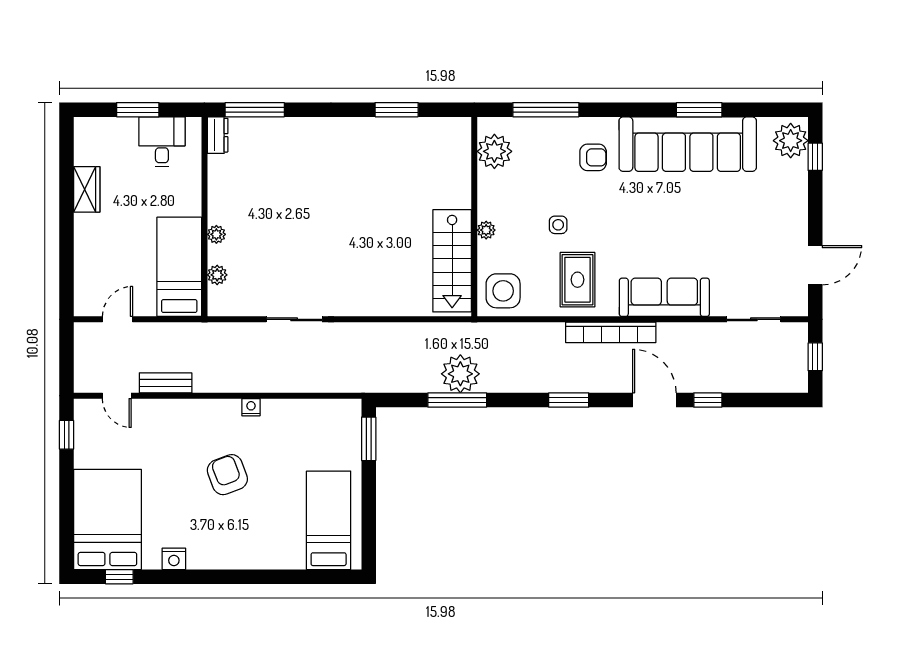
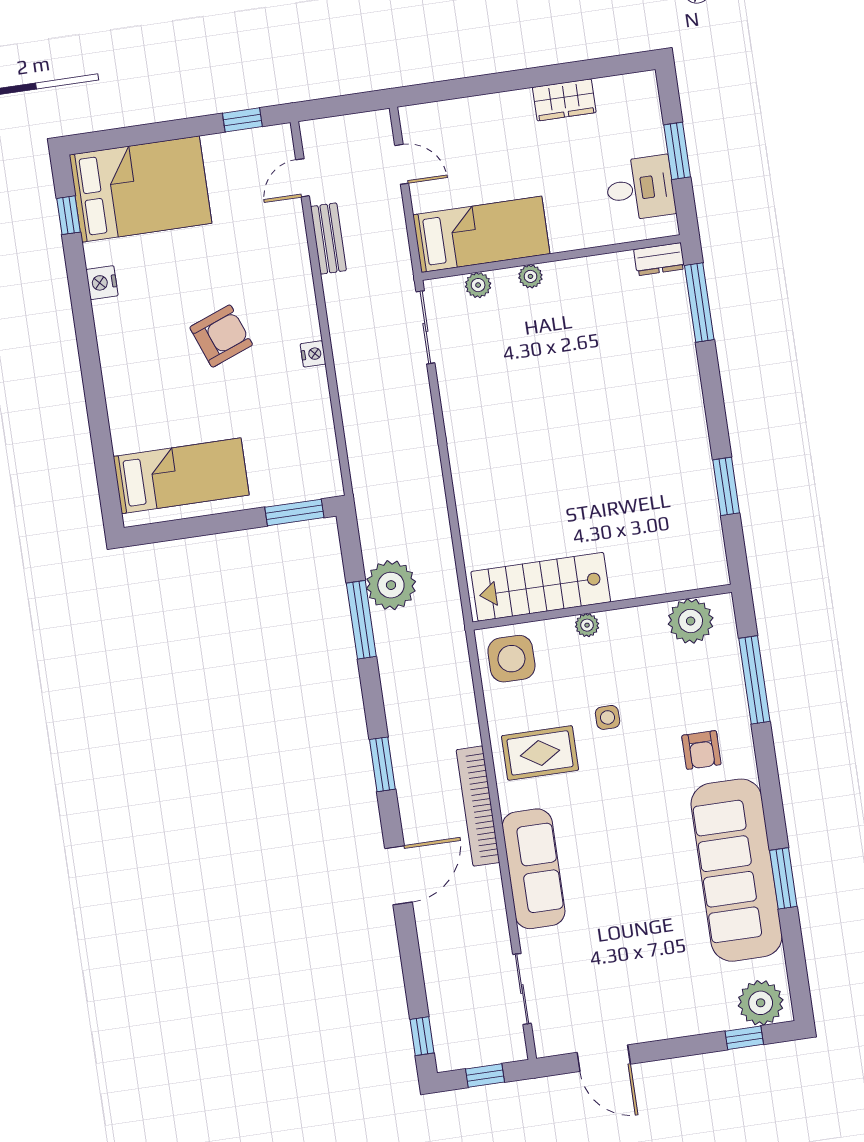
sliding door: (294, 319) -> (425, 327), moved
plant: (460, 374) -> (391, 585), moved
window: (708, 400) -> (422, 1036), moved

